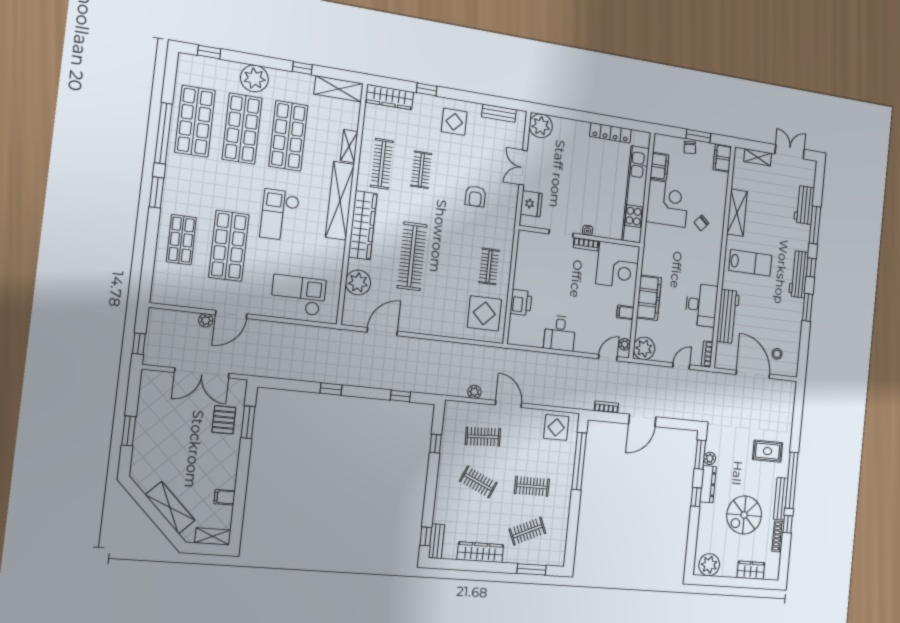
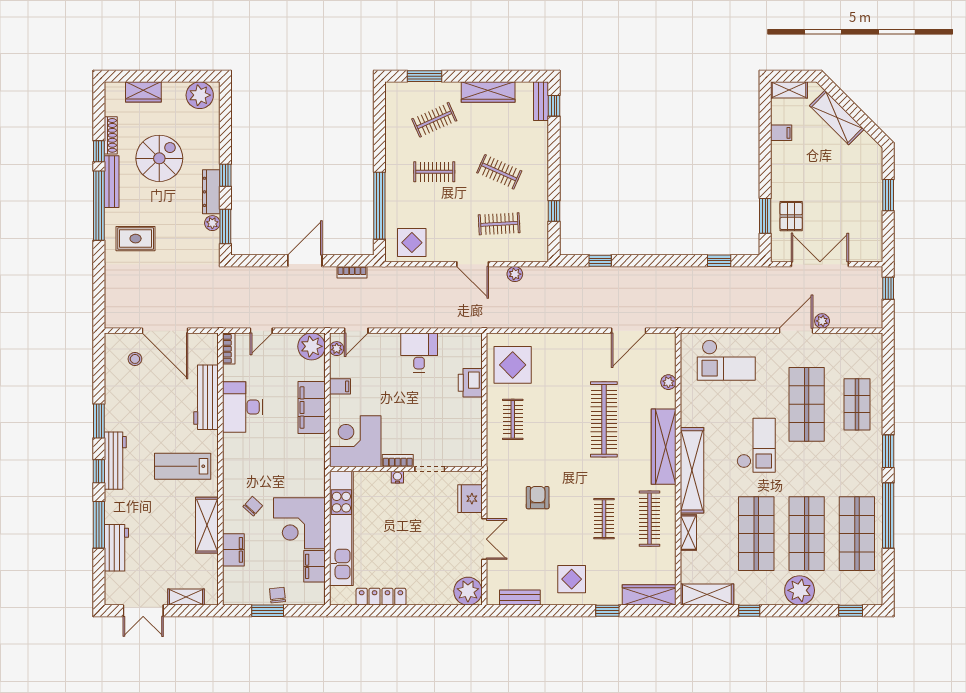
filing cabinet: (722, 158) -> (233, 550), moved
plant: (358, 283) -> (668, 382), width x0.53, depth x0.53
window: (331, 389) -> (719, 261), moved

